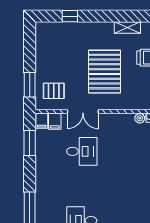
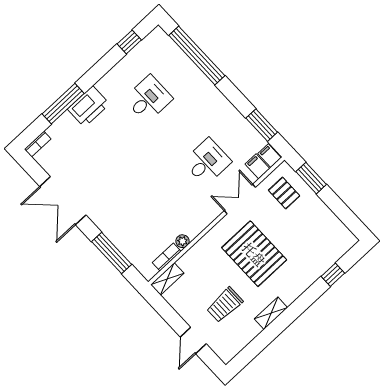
pallet: (54, 91) -> (284, 193), turned 90
desk: (82, 151) -> (207, 162), turned 180

